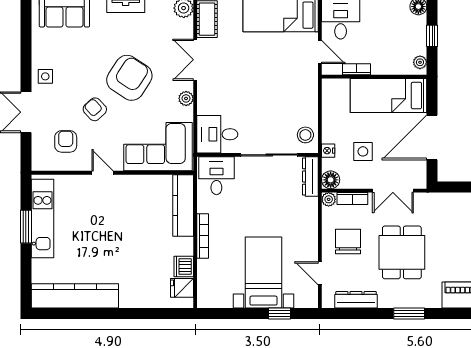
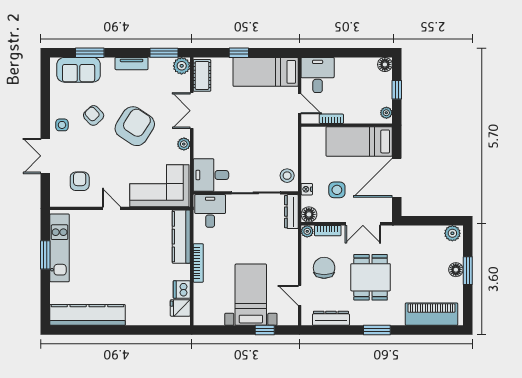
armchair: (95, 109) -> (94, 115), moved

